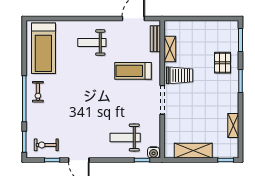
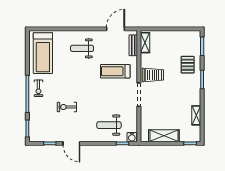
shelving: (170, 49) -> (145, 43), moved
exercise bike: (46, 145) -> (67, 107), moved

